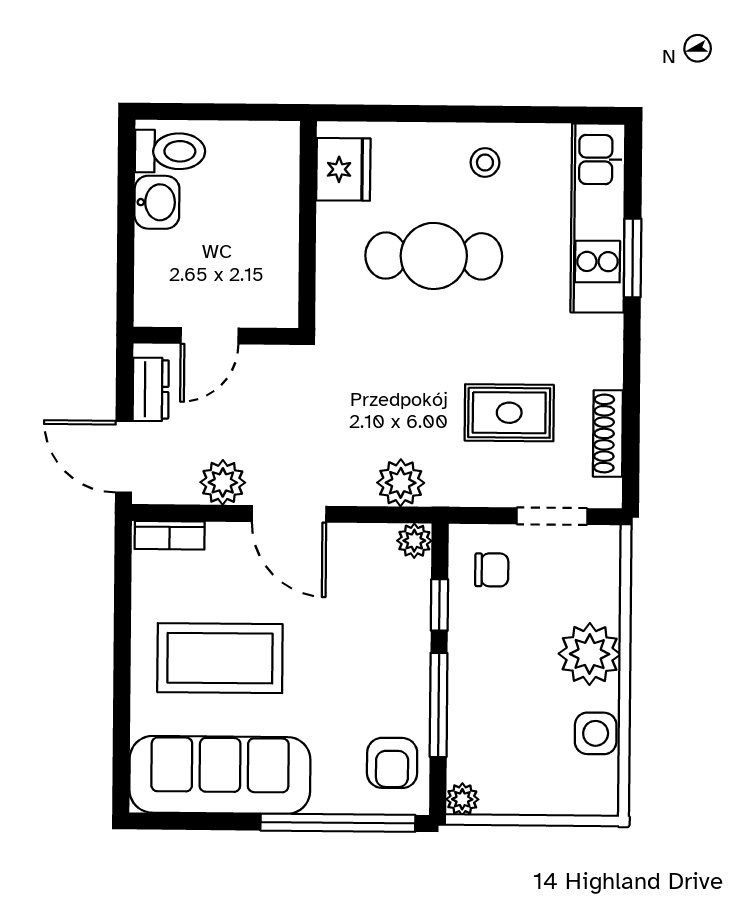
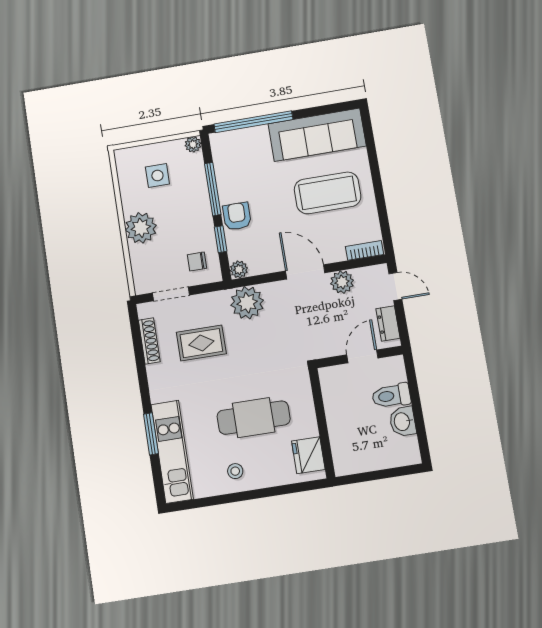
toilet: (170, 151) -> (391, 396), moved
door: (124, 457) -> (395, 286), width x0.73
plant: (401, 483) -> (247, 303), width x1.36, depth x1.36
side table: (596, 733) -> (157, 175), moved
armchair: (392, 763) -> (237, 216), moved

